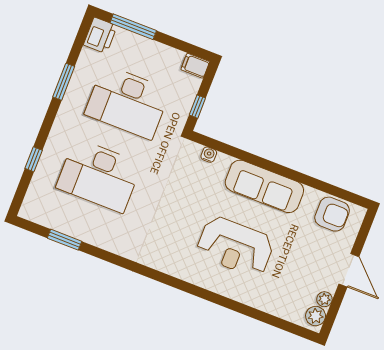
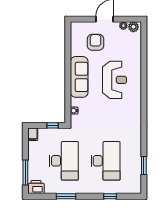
armchair: (332, 214) -> (95, 42), moved

